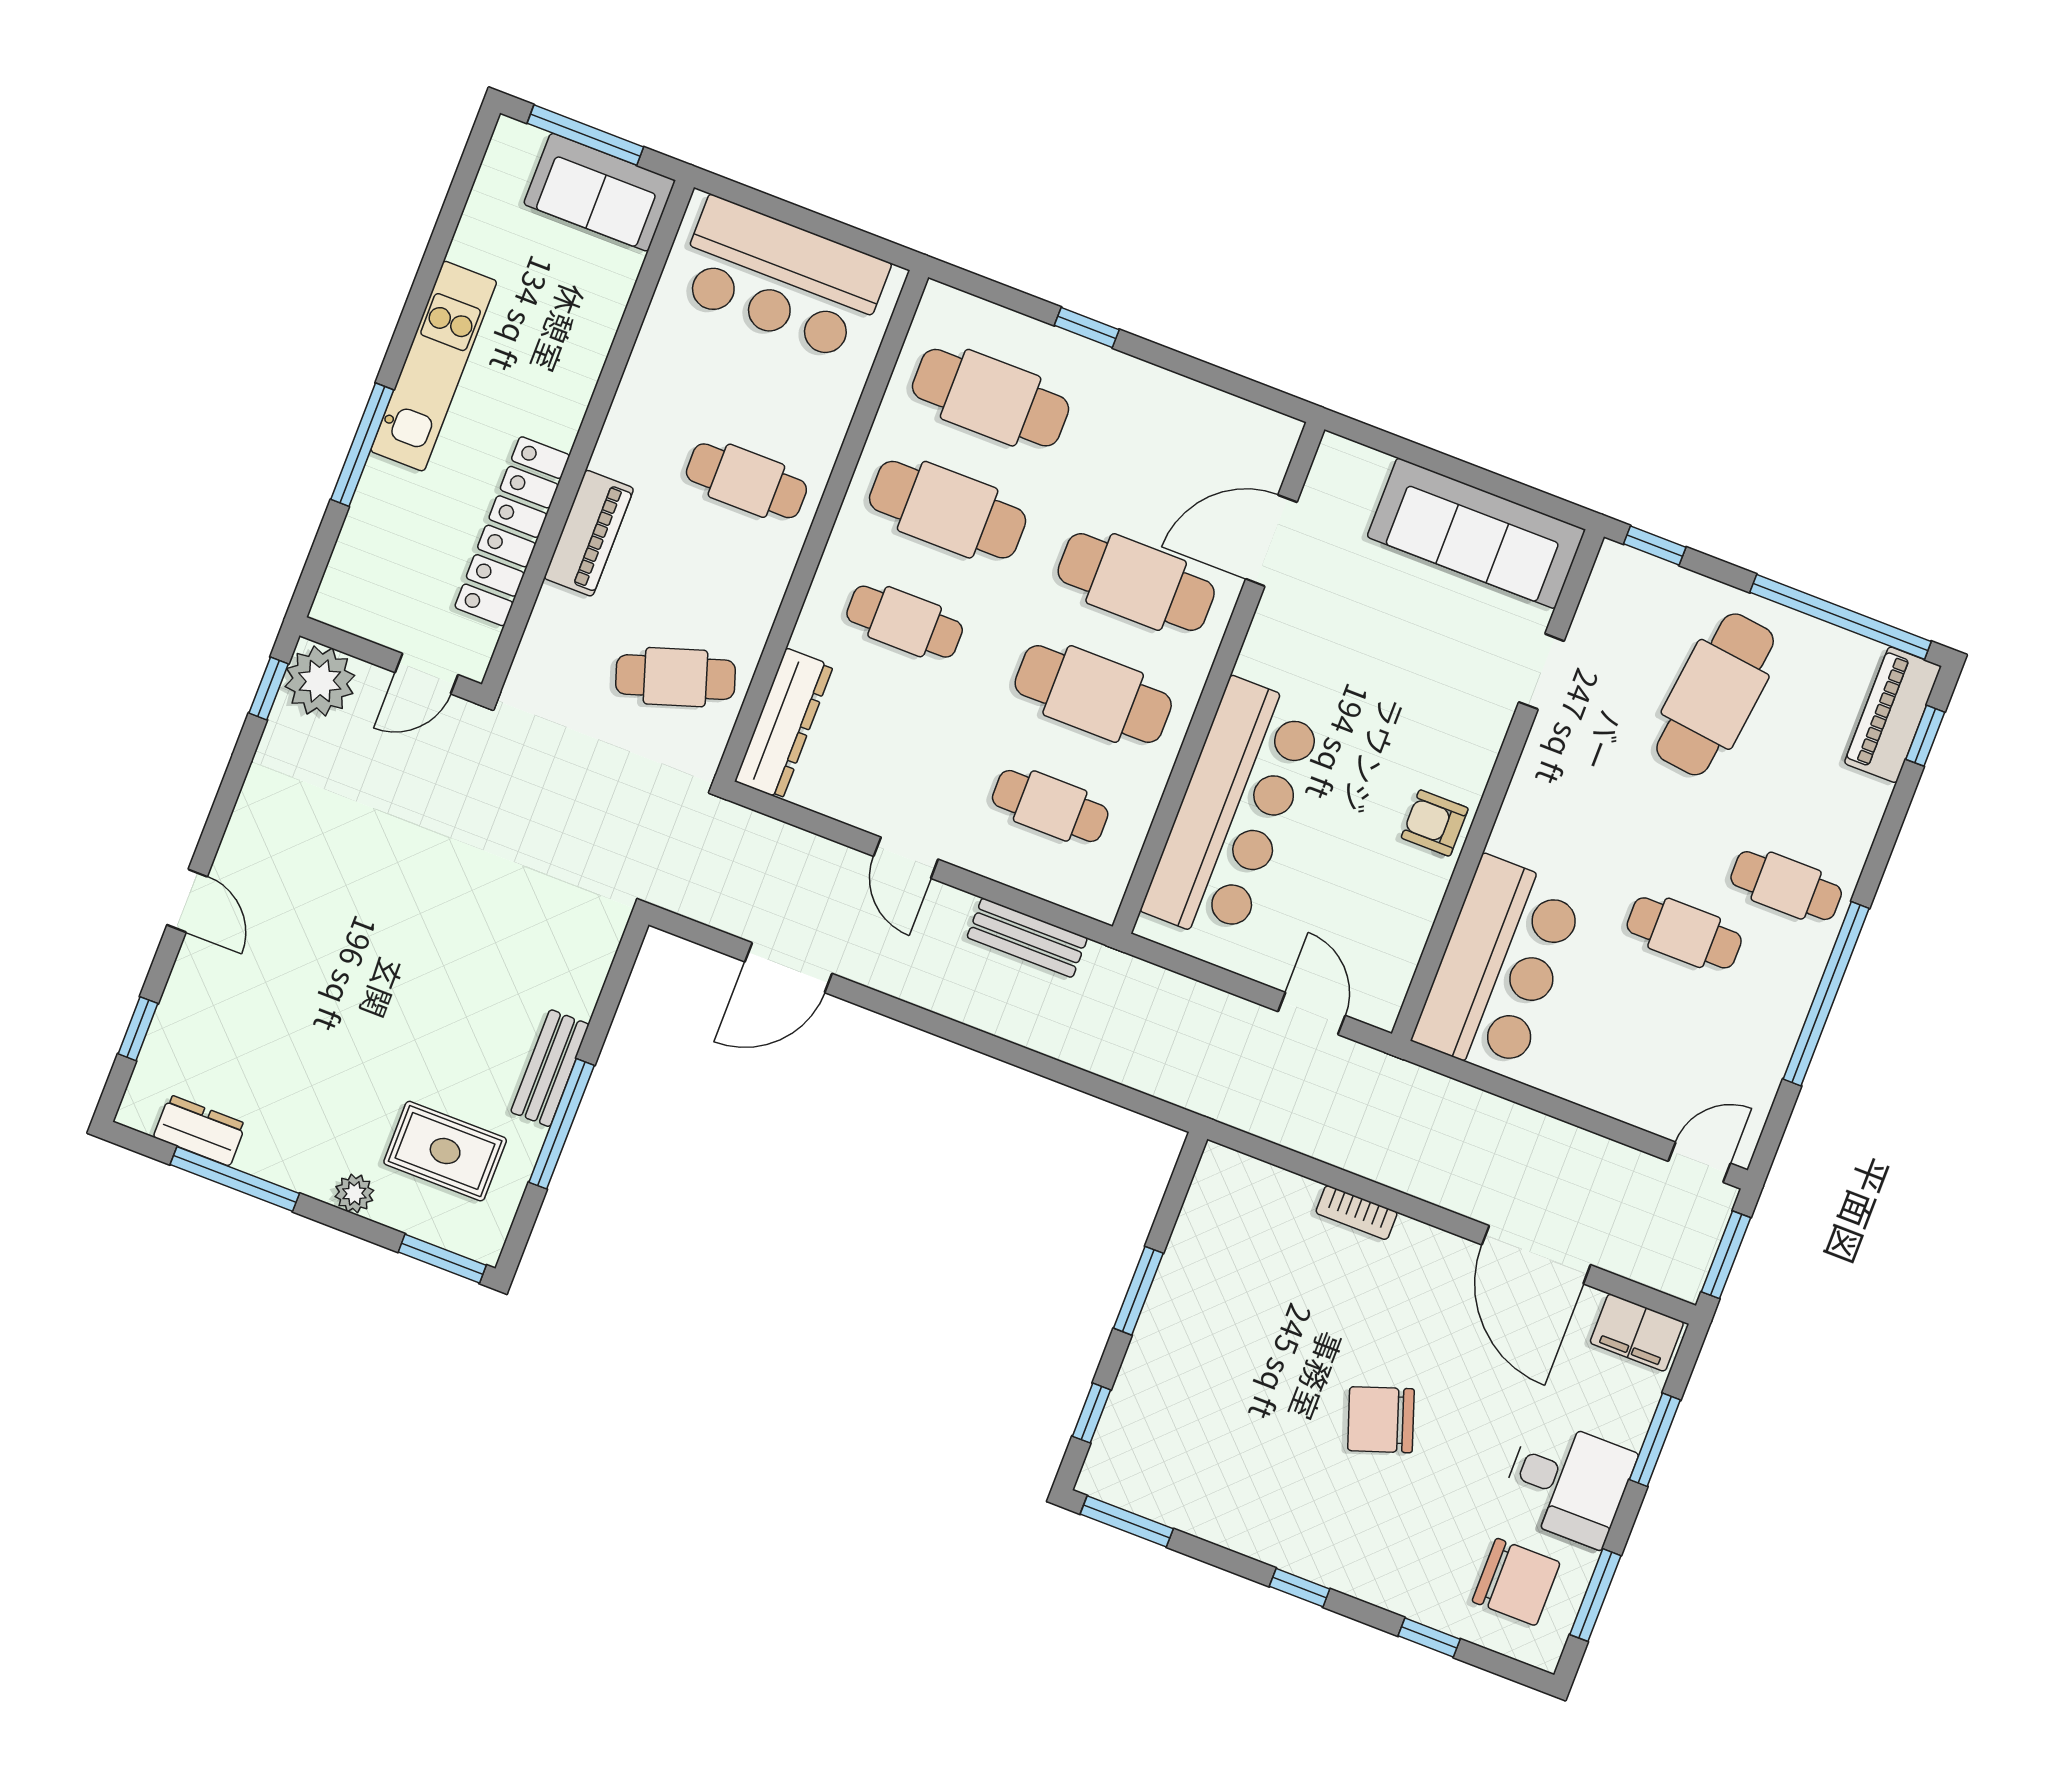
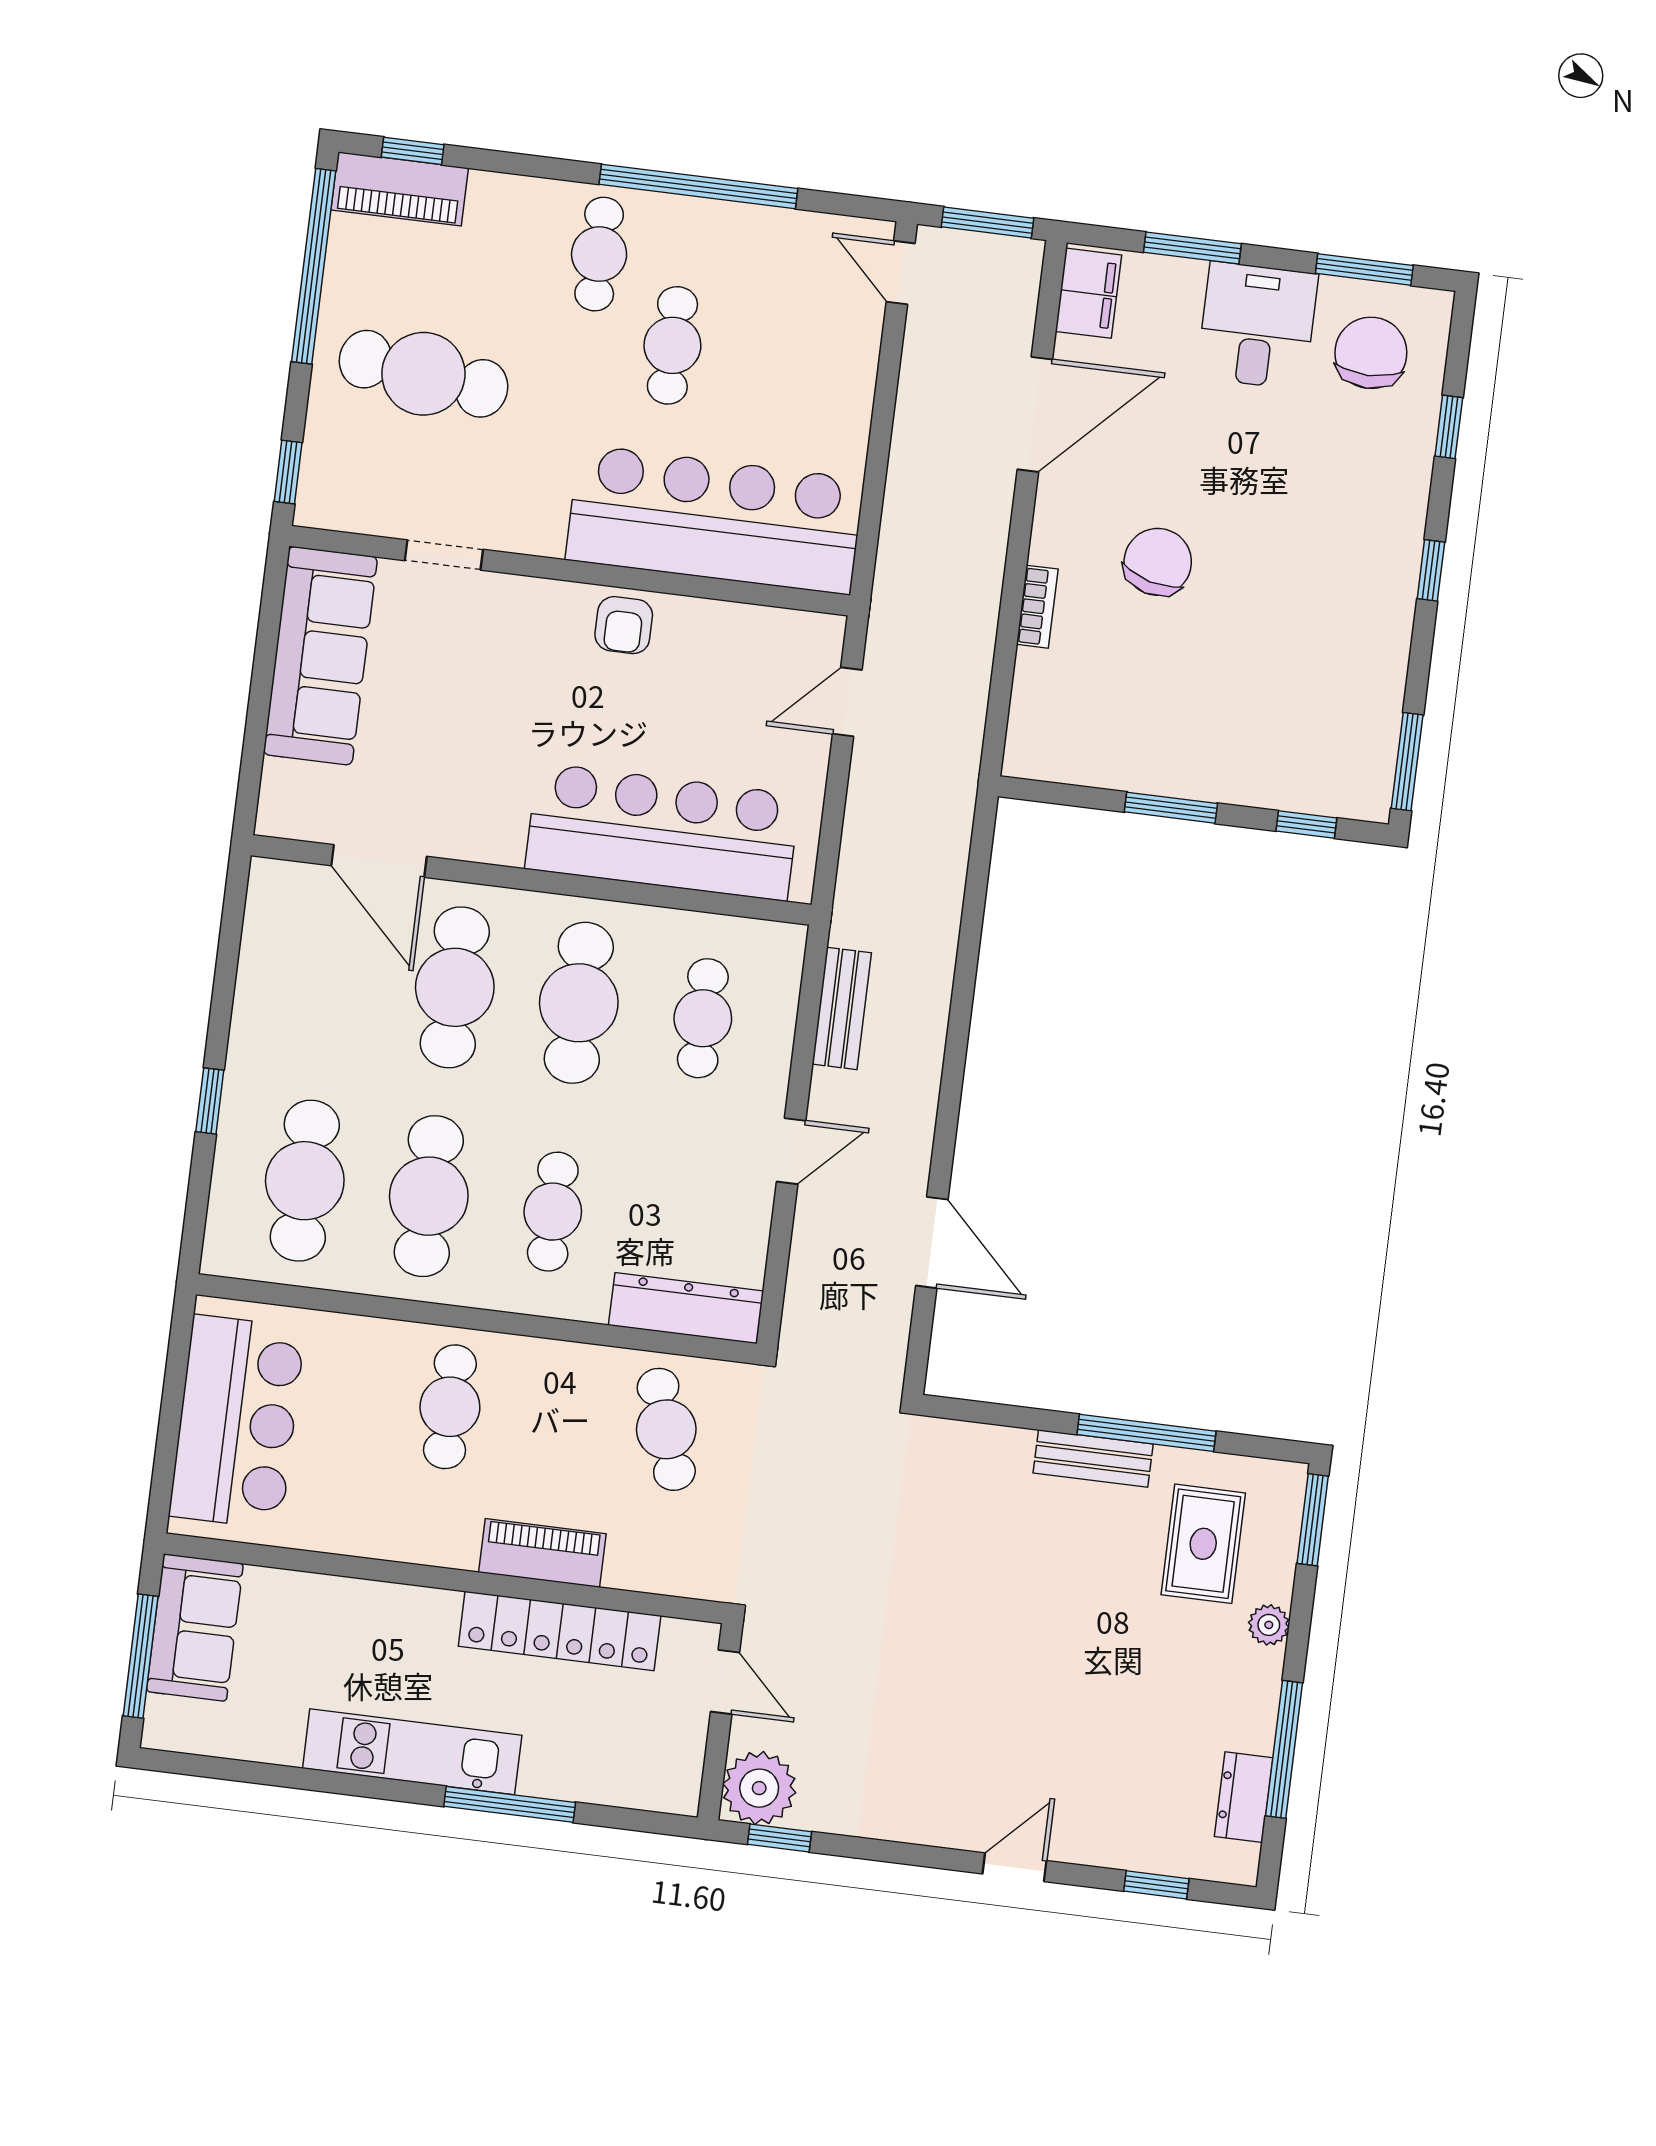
bar counter: (1499, 967) -> (715, 520), width x1.36
chair: (1381, 1420) -> (1158, 562), moved, turned -146

